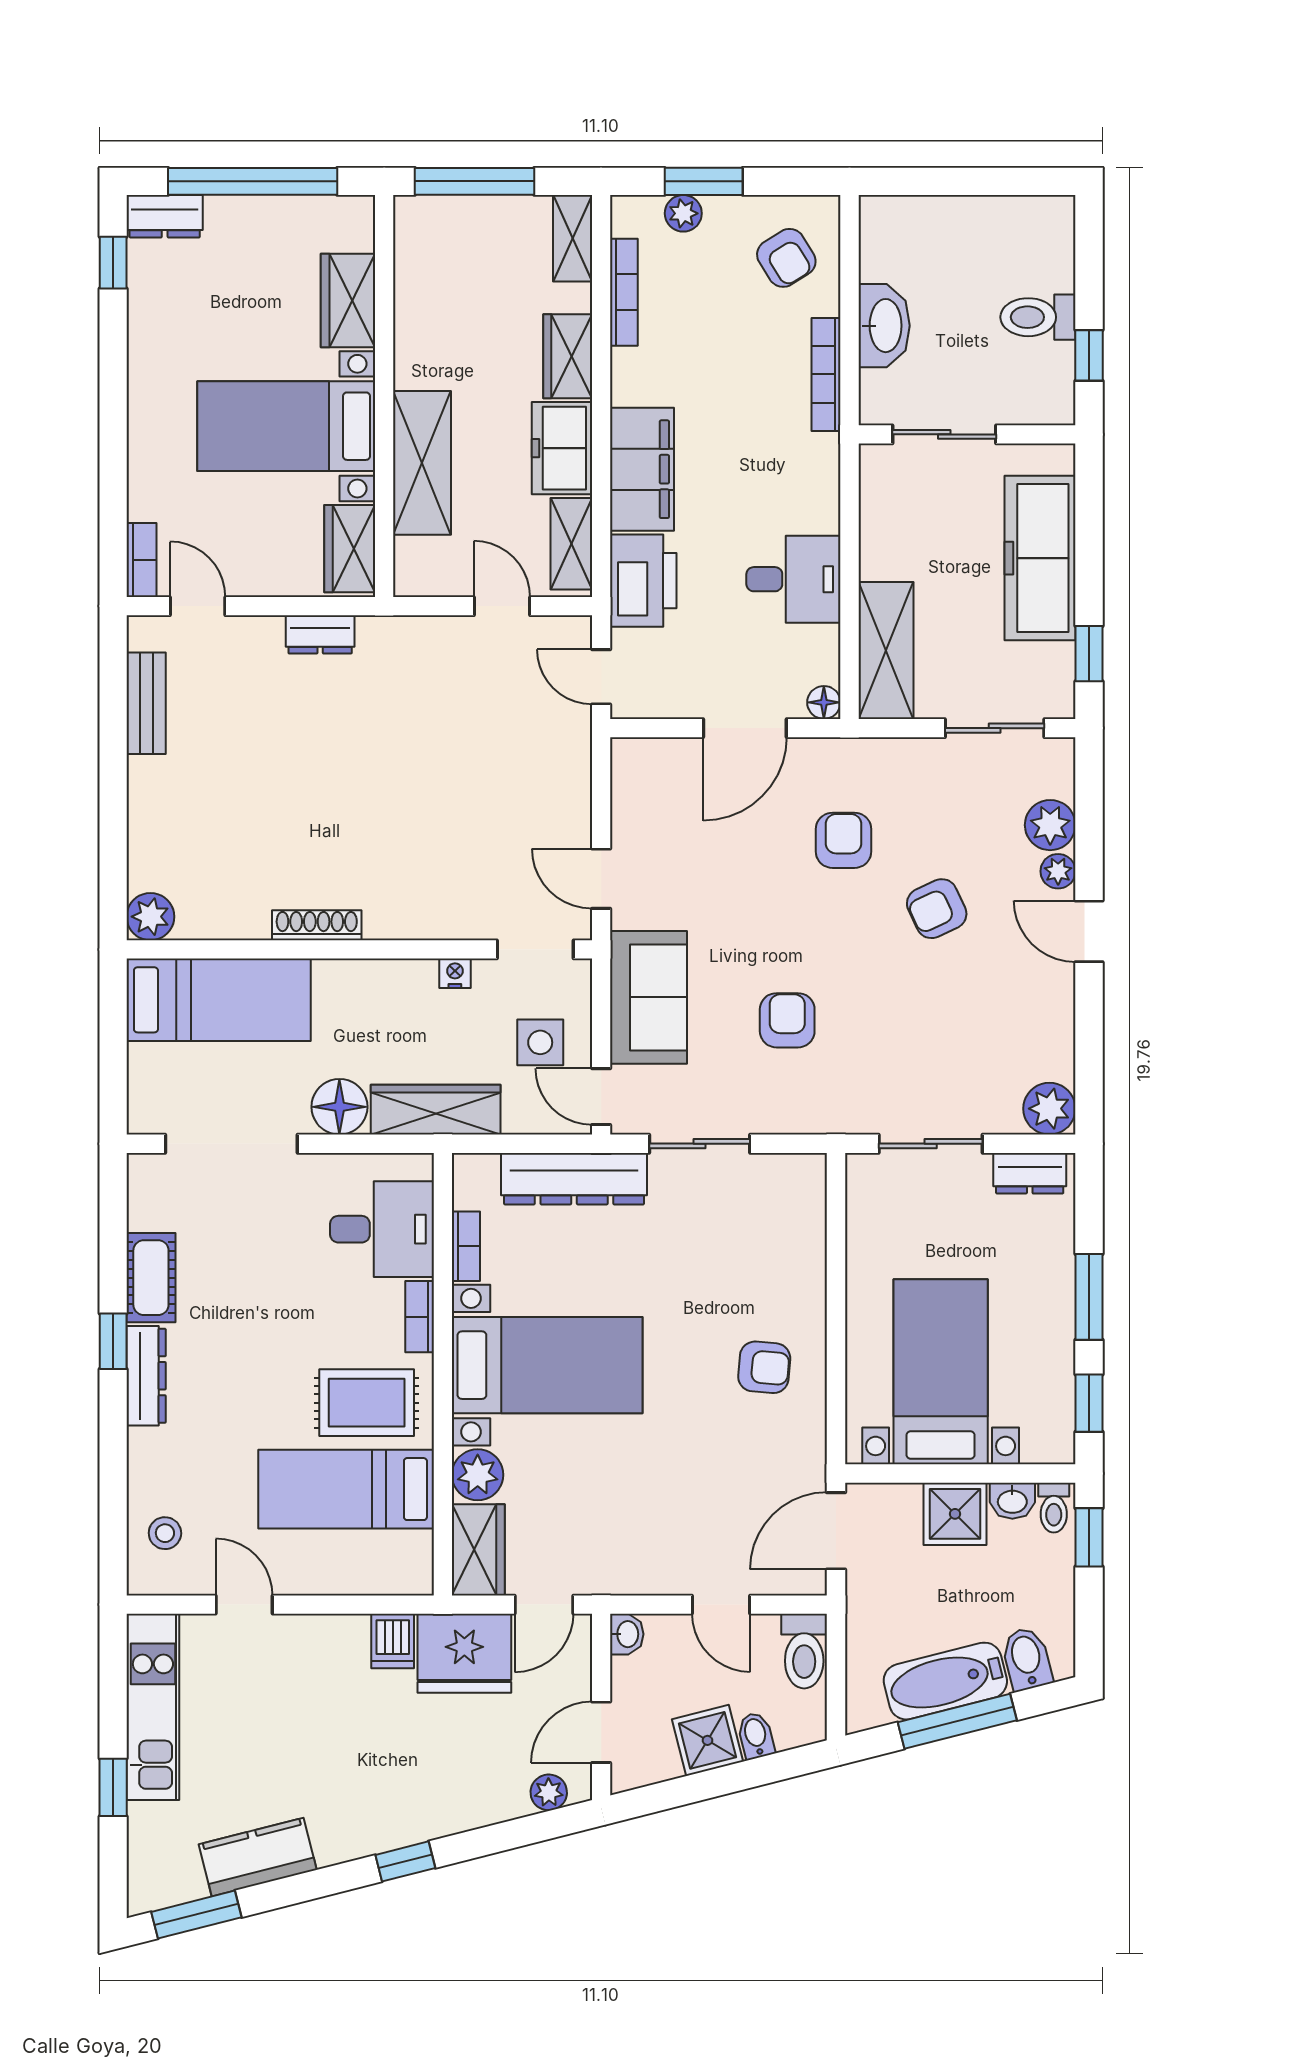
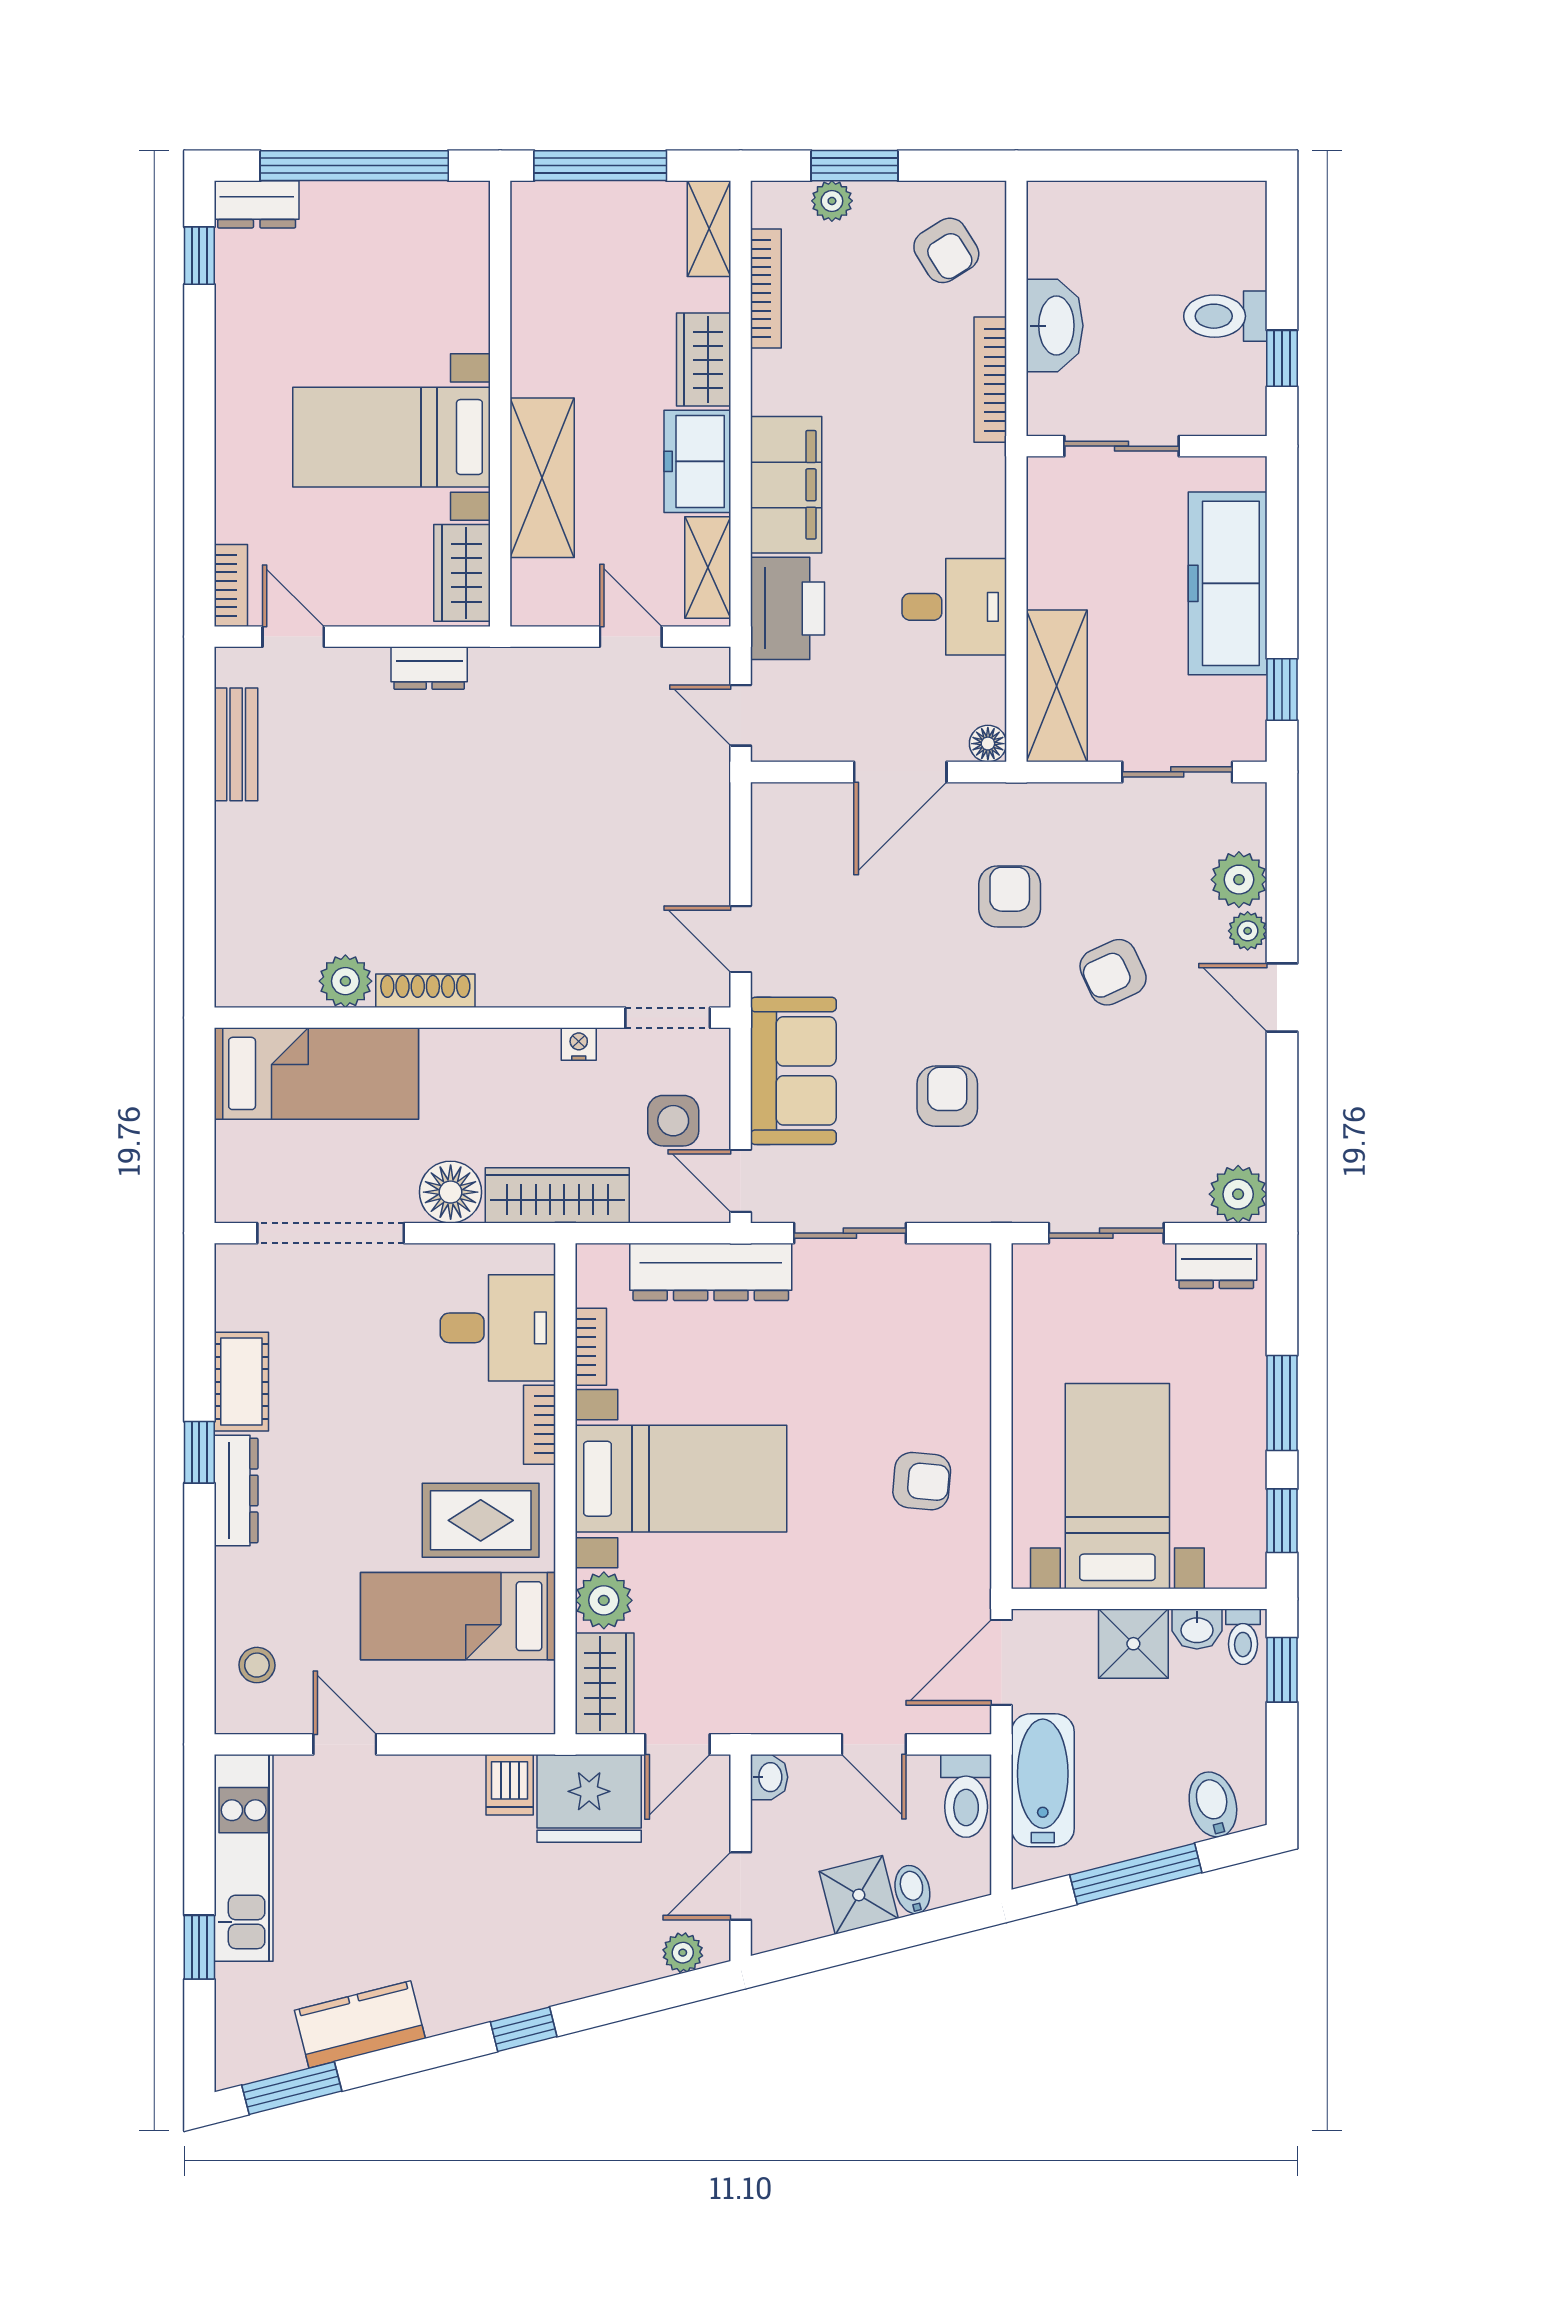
wardrobe: (348, 301) -> (460, 298), removed
plant: (150, 917) -> (345, 981), moved
bathtub: (945, 1681) -> (1043, 1780), moved, turned 104

